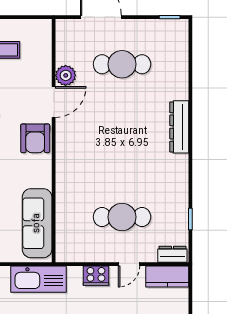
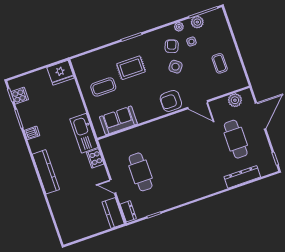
plant: (66, 75) -> (235, 100), moved
dresser: (179, 127) -> (242, 177), moved
sofa: (37, 223) -> (118, 120), width x0.73
cooker: (96, 276) -> (95, 158), moved

